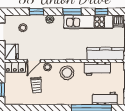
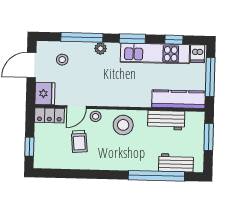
window: (36, 12) -> (82, 37), width x2.17

